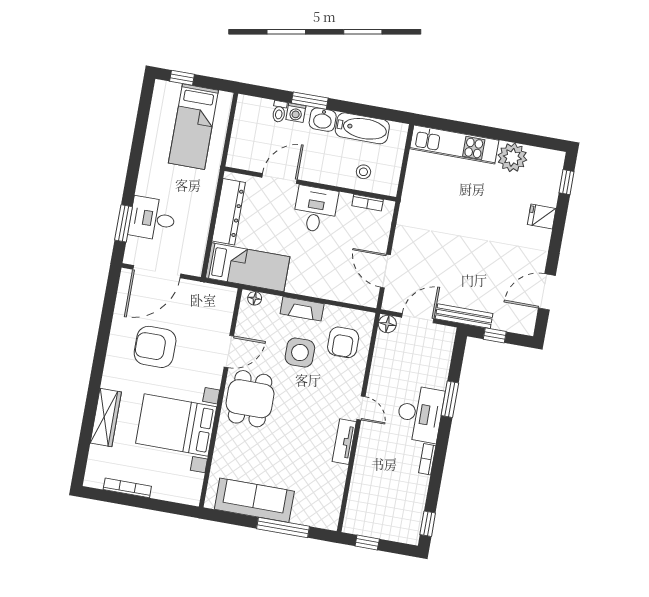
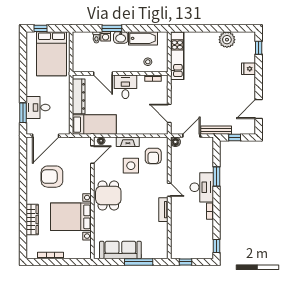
bed: (193, 127) -> (51, 54), width x1.50
kitchen unit: (454, 144) -> (177, 56), moved, turned -90
door: (279, 179) -> (103, 73), swing flipped
door: (229, 351) -> (92, 155), moved

